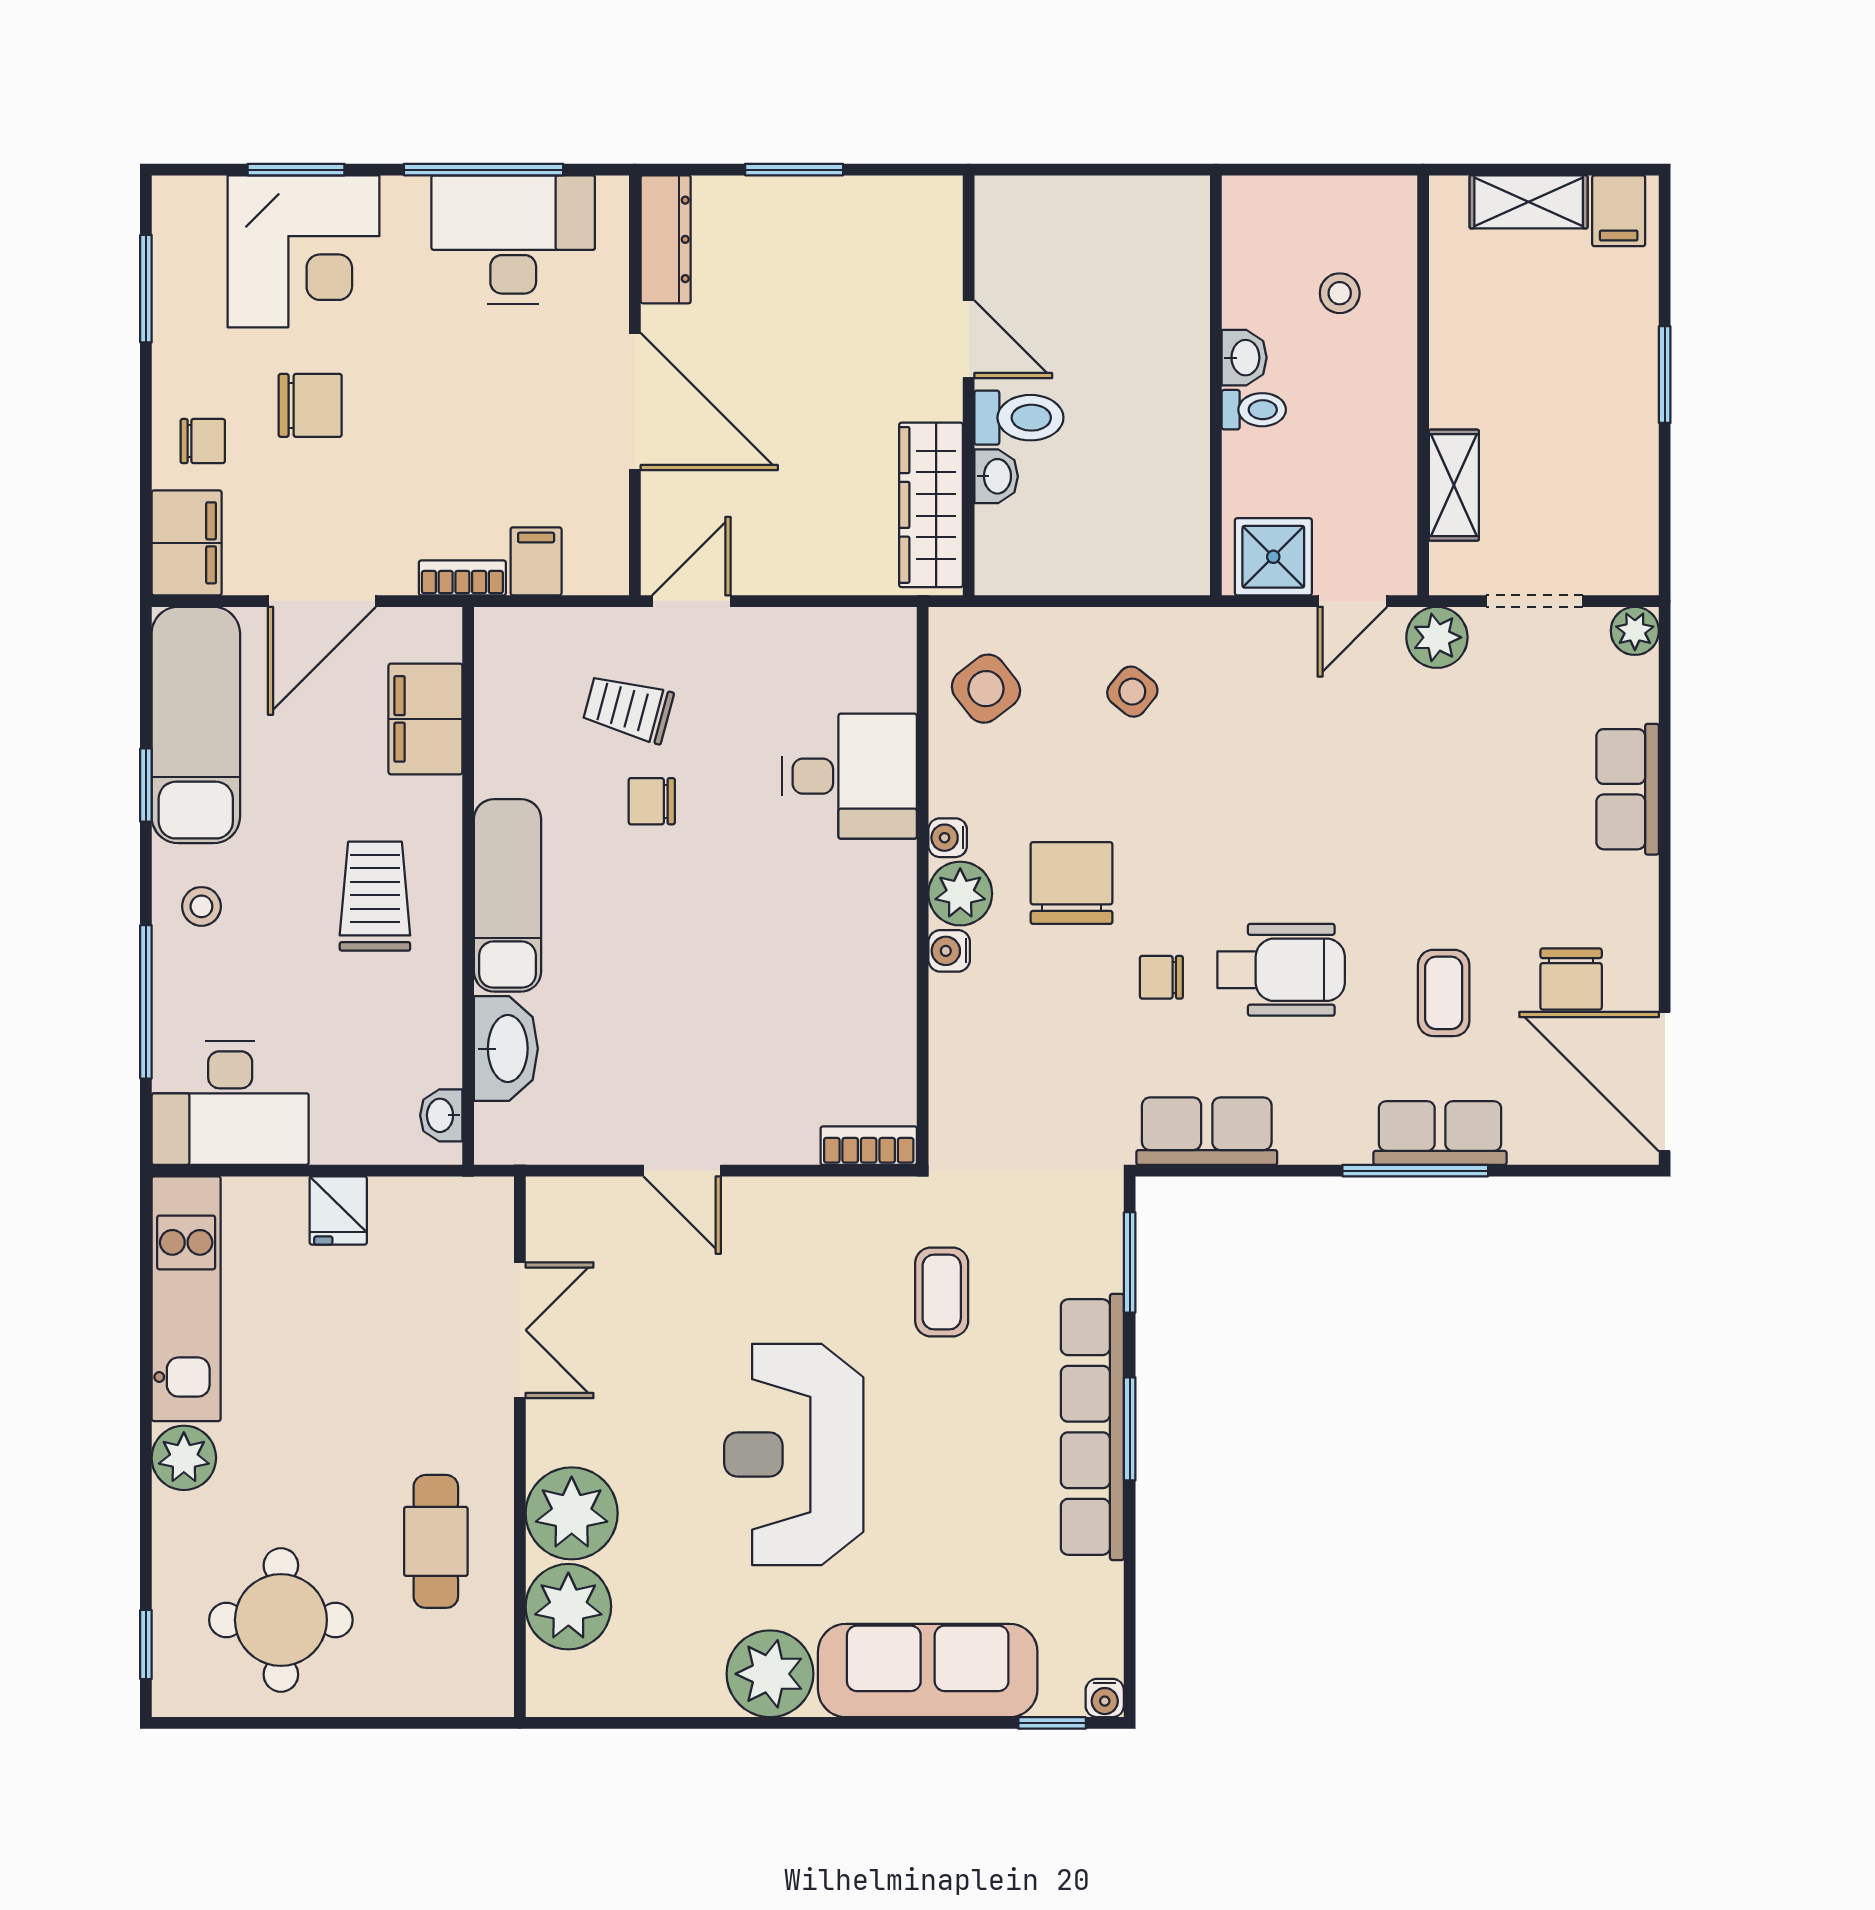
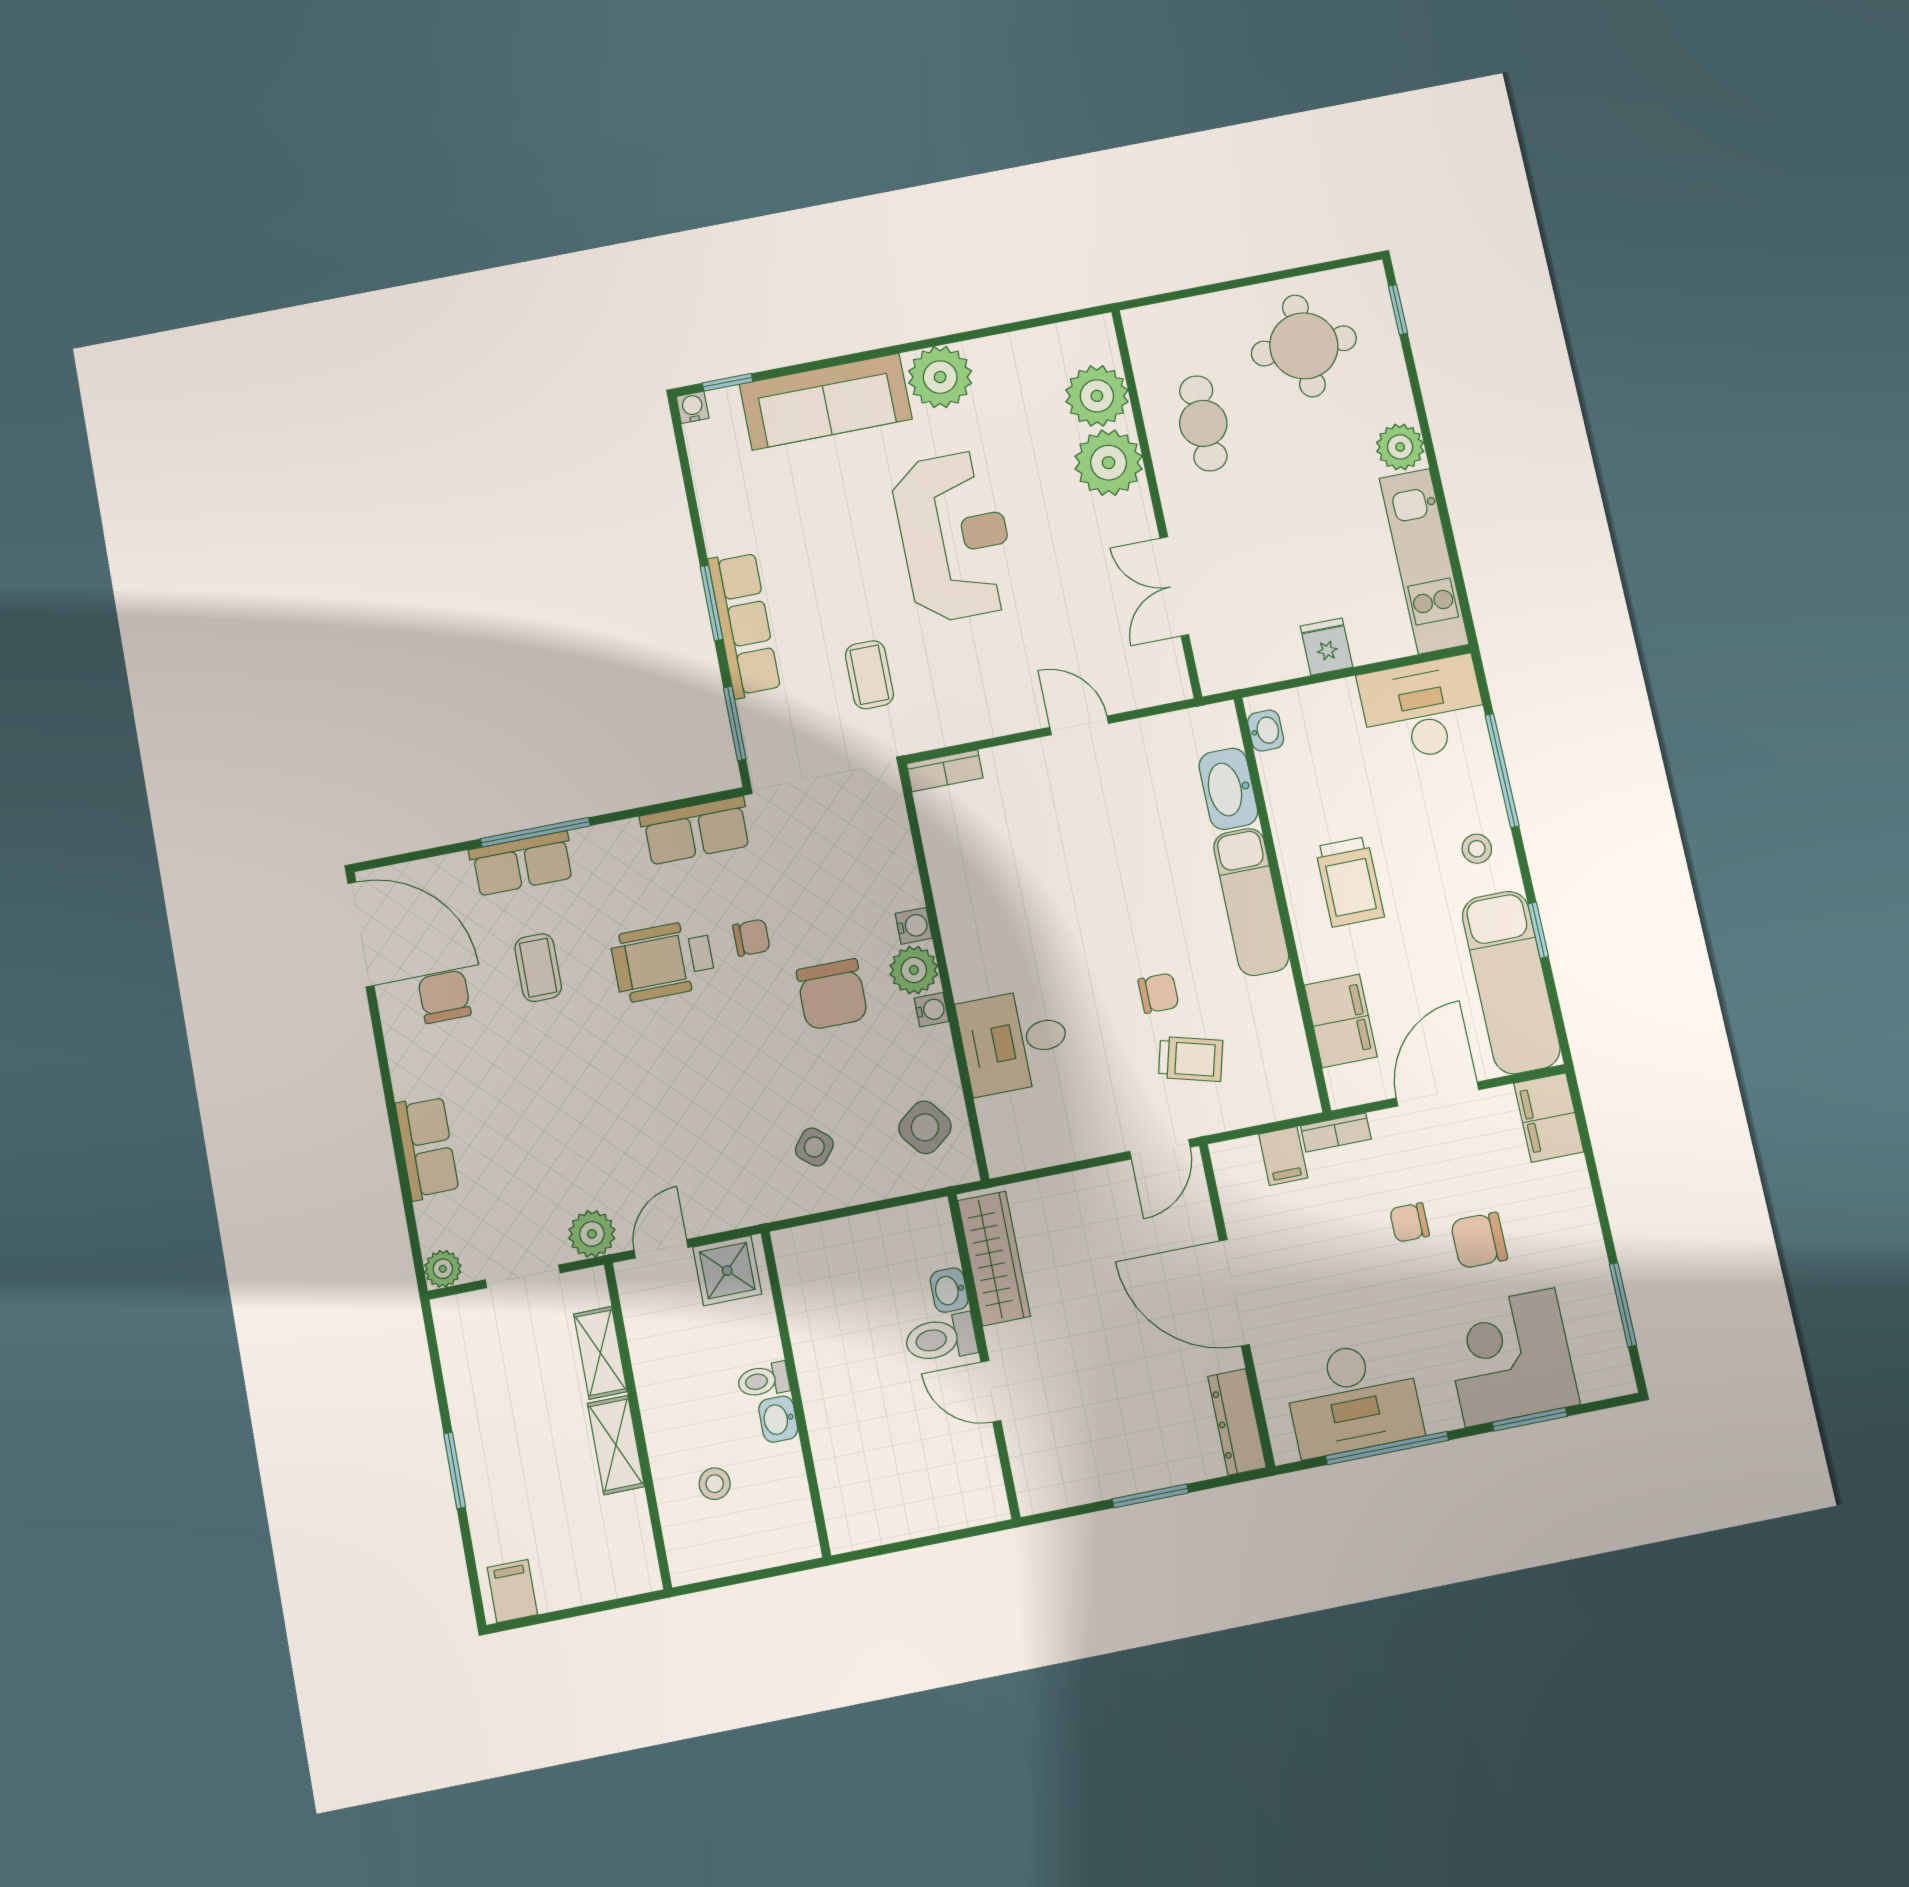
shelving: (1529, 202) -> (616, 1445), moved, turned 90
chair: (203, 441) -> (1410, 1222), moved
row of seats: (1092, 1427) -> (744, 625), width x0.73

